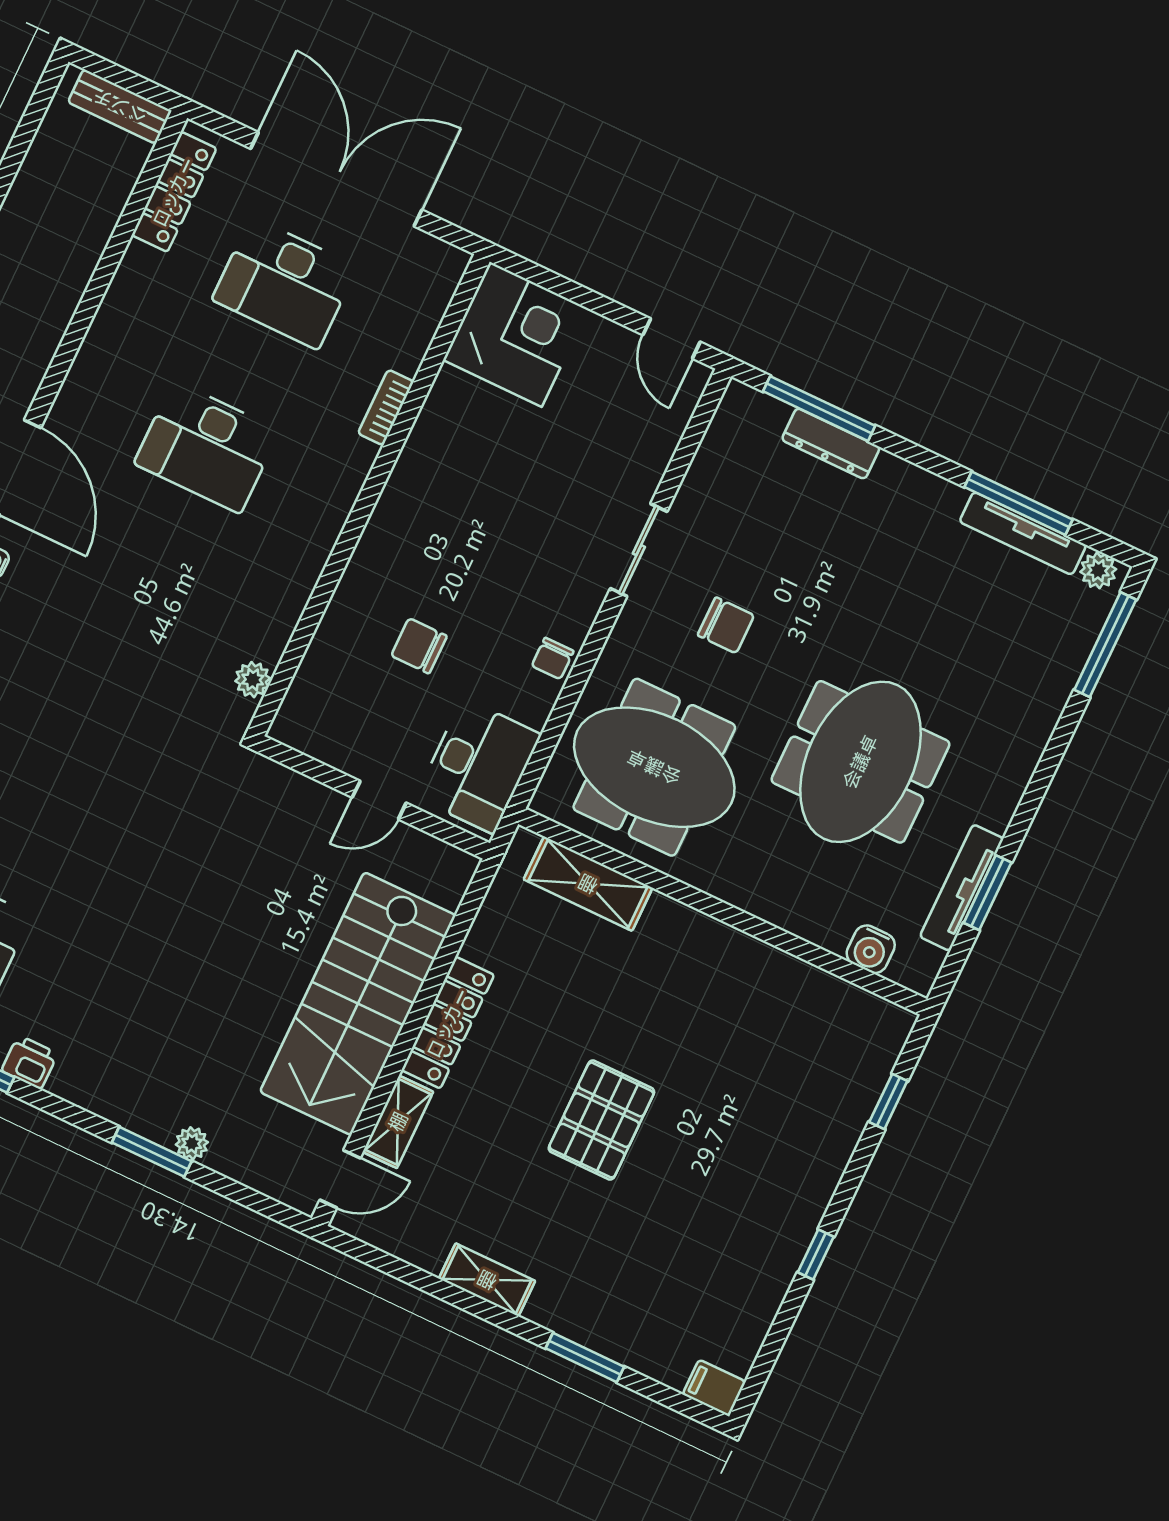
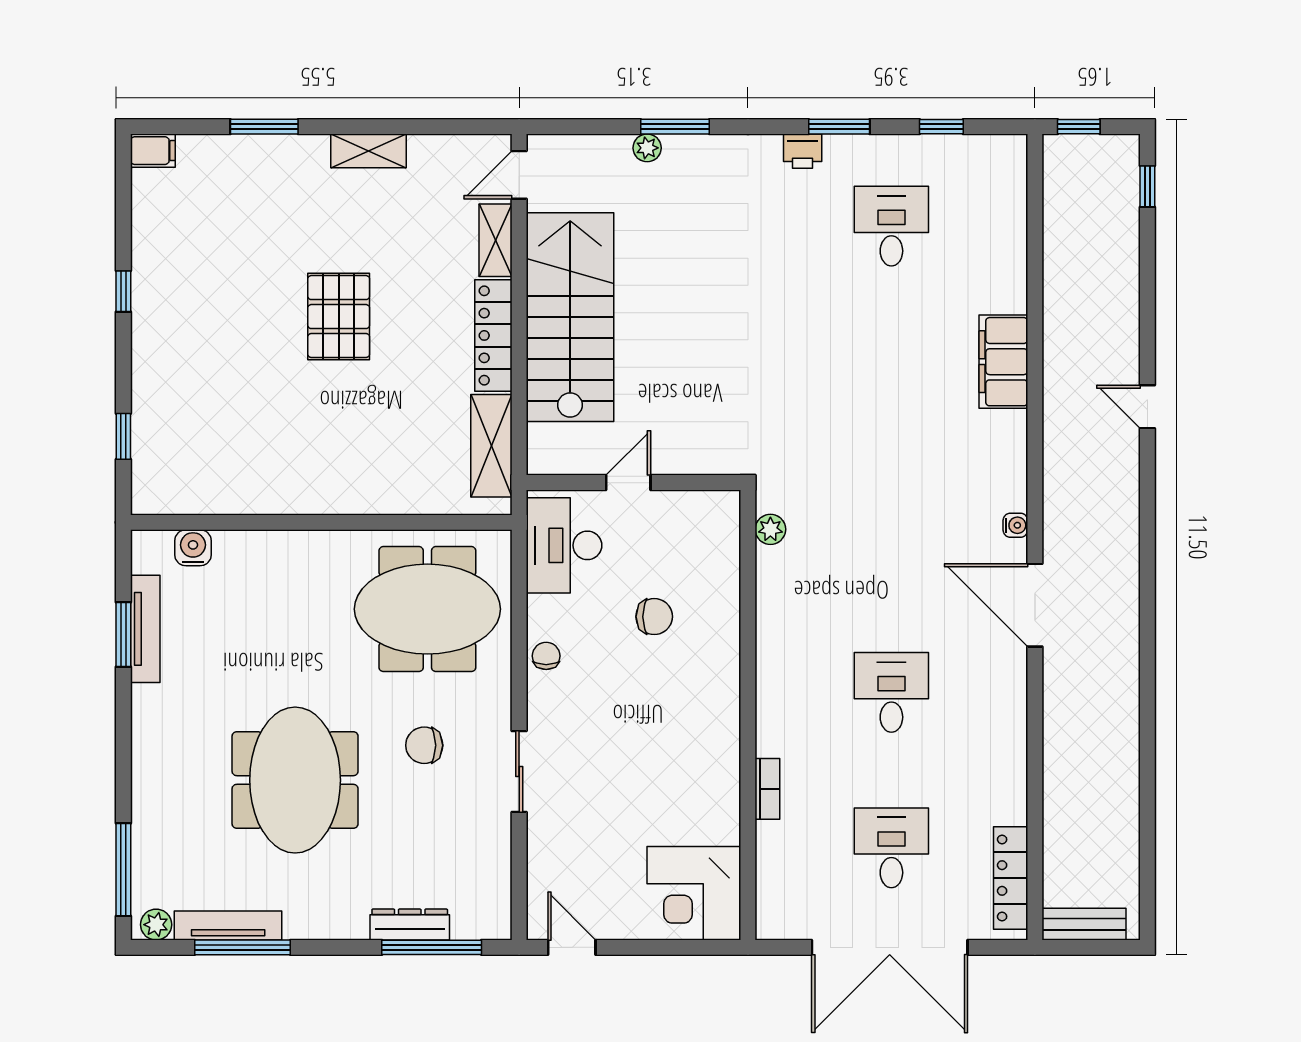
desk: (285, 283) -> (891, 848), width x0.73
desk: (207, 447) -> (891, 692), width x0.73
meeting table: (860, 762) -> (295, 780), moved
shelving: (588, 884) -> (491, 446), moved, turned 90

